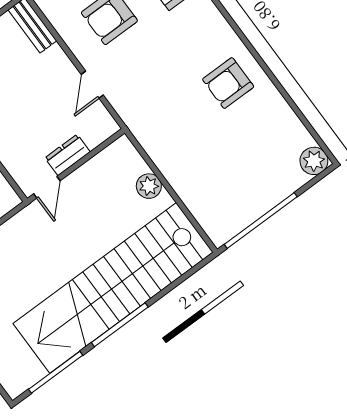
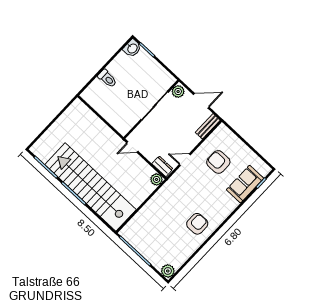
armchair: (228, 83) -> (197, 224), turned 90
dresser: (67, 155) -> (162, 166), moved
plant: (149, 186) -> (156, 179), moved

